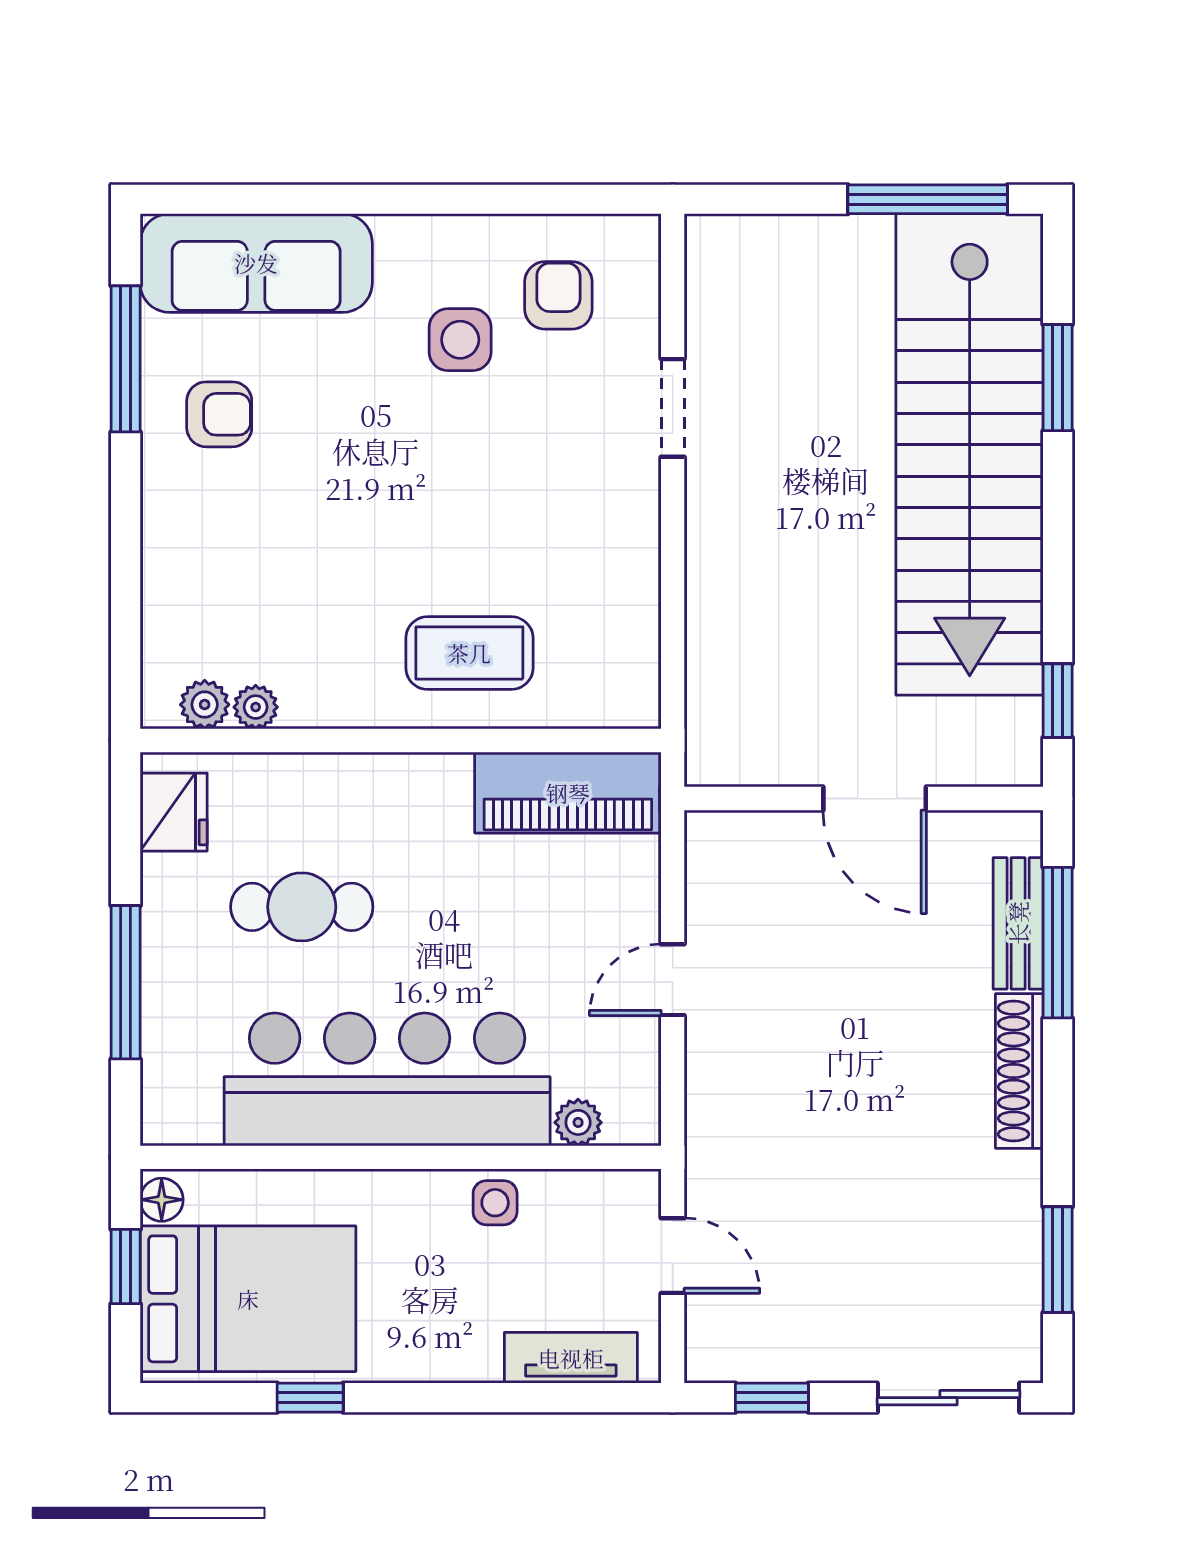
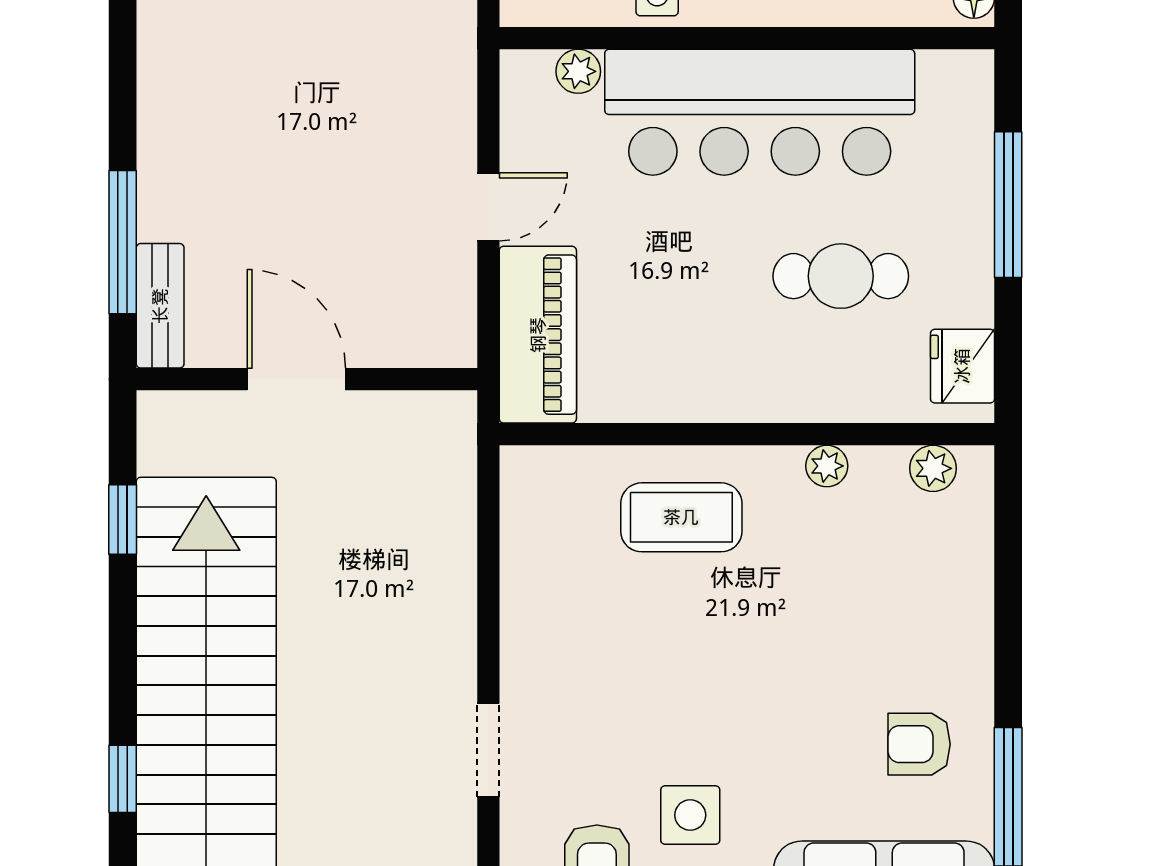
window: (1058, 378) -> (123, 779), width x0.67
window: (1058, 701) -> (123, 519), moved
plant: (256, 707) -> (827, 466), moved
piano: (568, 793) -> (538, 335), moved, turned 90
bench: (1018, 923) -> (160, 306), moved
shoe rack: (1019, 1071) -> (159, 120), removed

